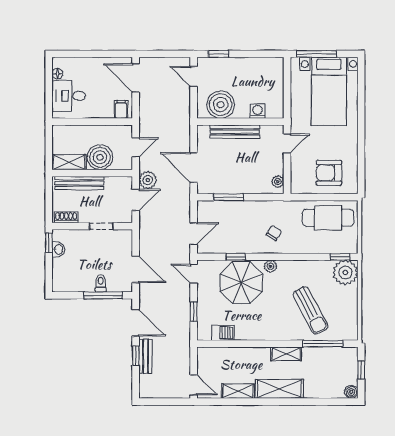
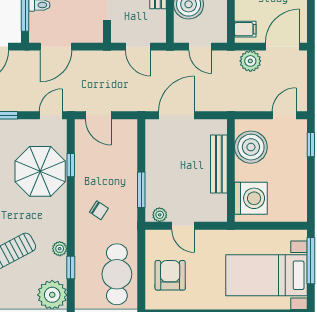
washing machine: (257, 111) -> (251, 198), width x1.89, depth x1.89
door: (287, 143) -> (183, 226), moved
plant: (148, 180) -> (250, 61), moved
window: (229, 197) -> (141, 190), moved
window: (340, 257) -> (71, 267), moved
plant: (271, 266) -> (60, 249), moved

